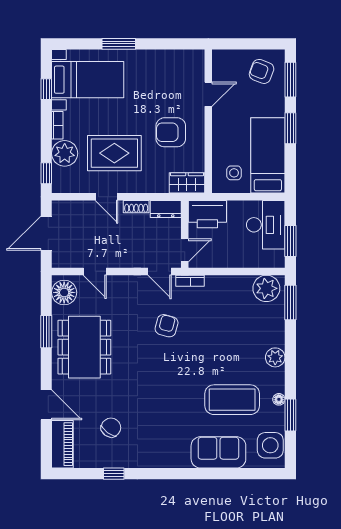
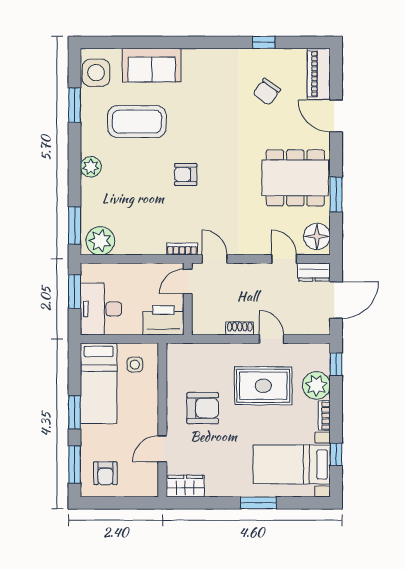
armchair: (262, 71) -> (105, 473), turned 69
wardrobe: (187, 183) -> (185, 486), moved, turned 180
dresser: (166, 209) -> (314, 272), moved, turned 180
armchair: (167, 326) -> (186, 174), moved, turned 75
dining table: (84, 347) -> (295, 178), turned 90
floor lamp: (279, 399) -> (87, 122), removed

